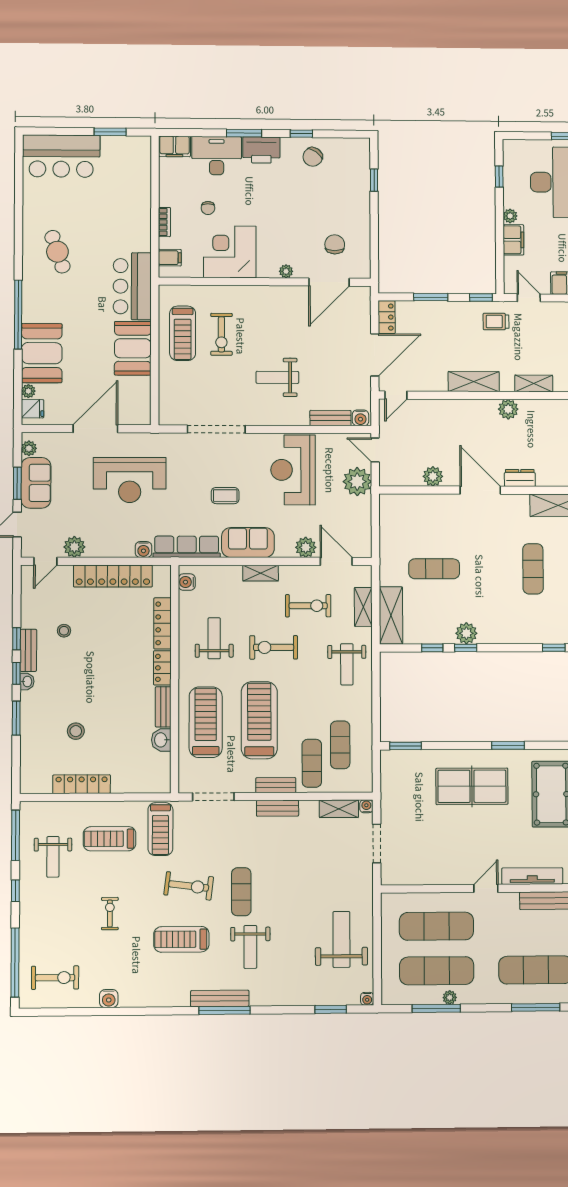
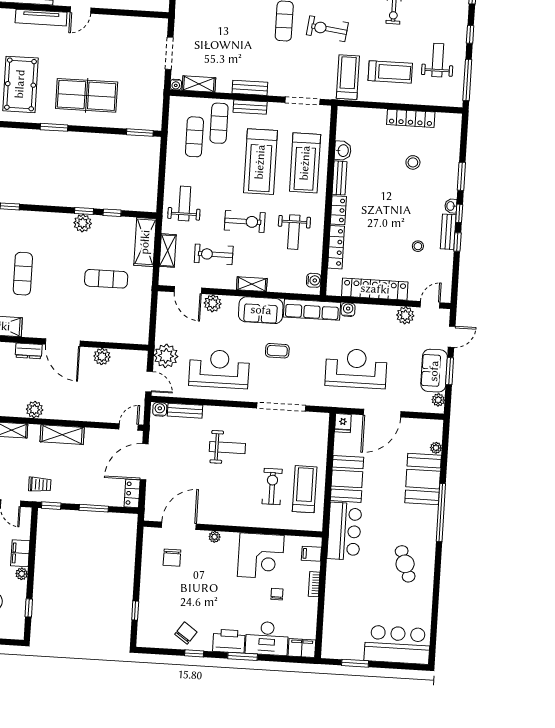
fridge: (33, 409) -> (343, 423), moved, turned -90
reception desk: (293, 470) -> (219, 369), turned -90

